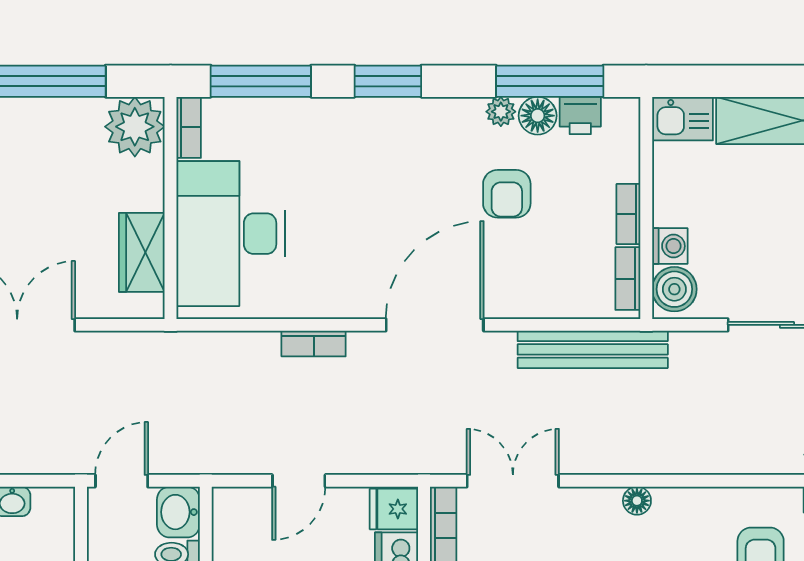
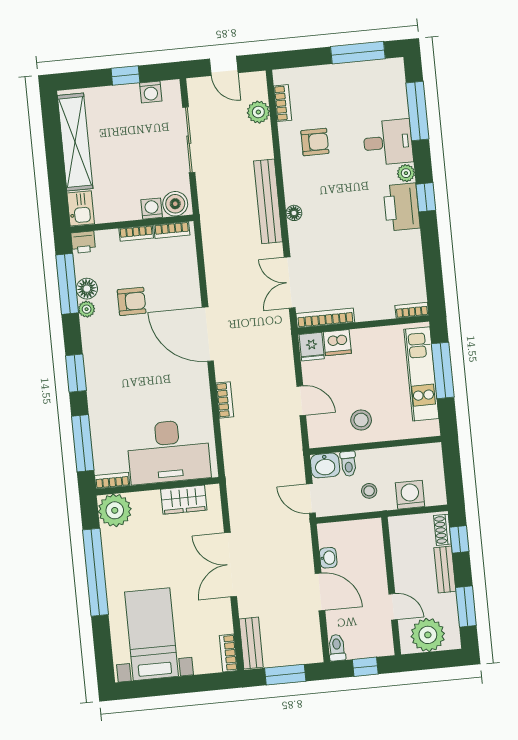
printer: (580, 116) -> (83, 242), moved, turned 90
bench: (593, 349) -> (268, 201), moved

